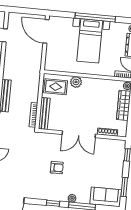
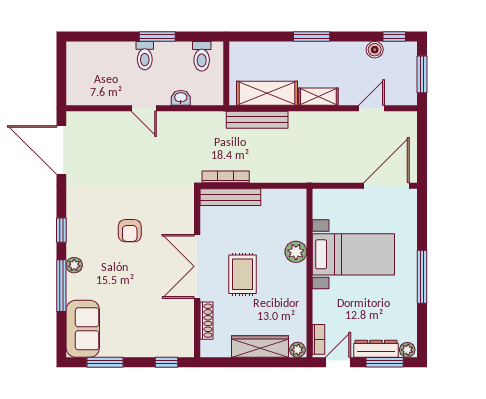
window: (95, 17) -> (422, 277), width x0.68
bed with nightstands: (90, 41) -> (353, 254), moved, turned 180
rug: (56, 87) -> (242, 274), moved

